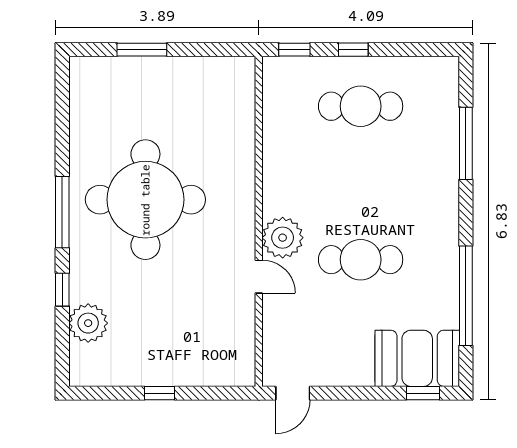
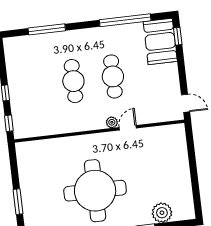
cafe table: (361, 106) -> (73, 81), moved
plant: (283, 238) -> (112, 122), width x0.53, depth x0.53
window: (159, 393) -> (194, 172), removed

